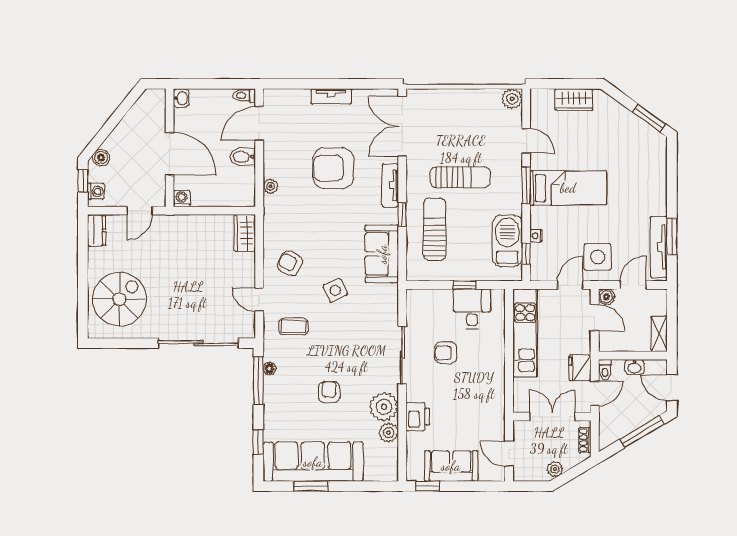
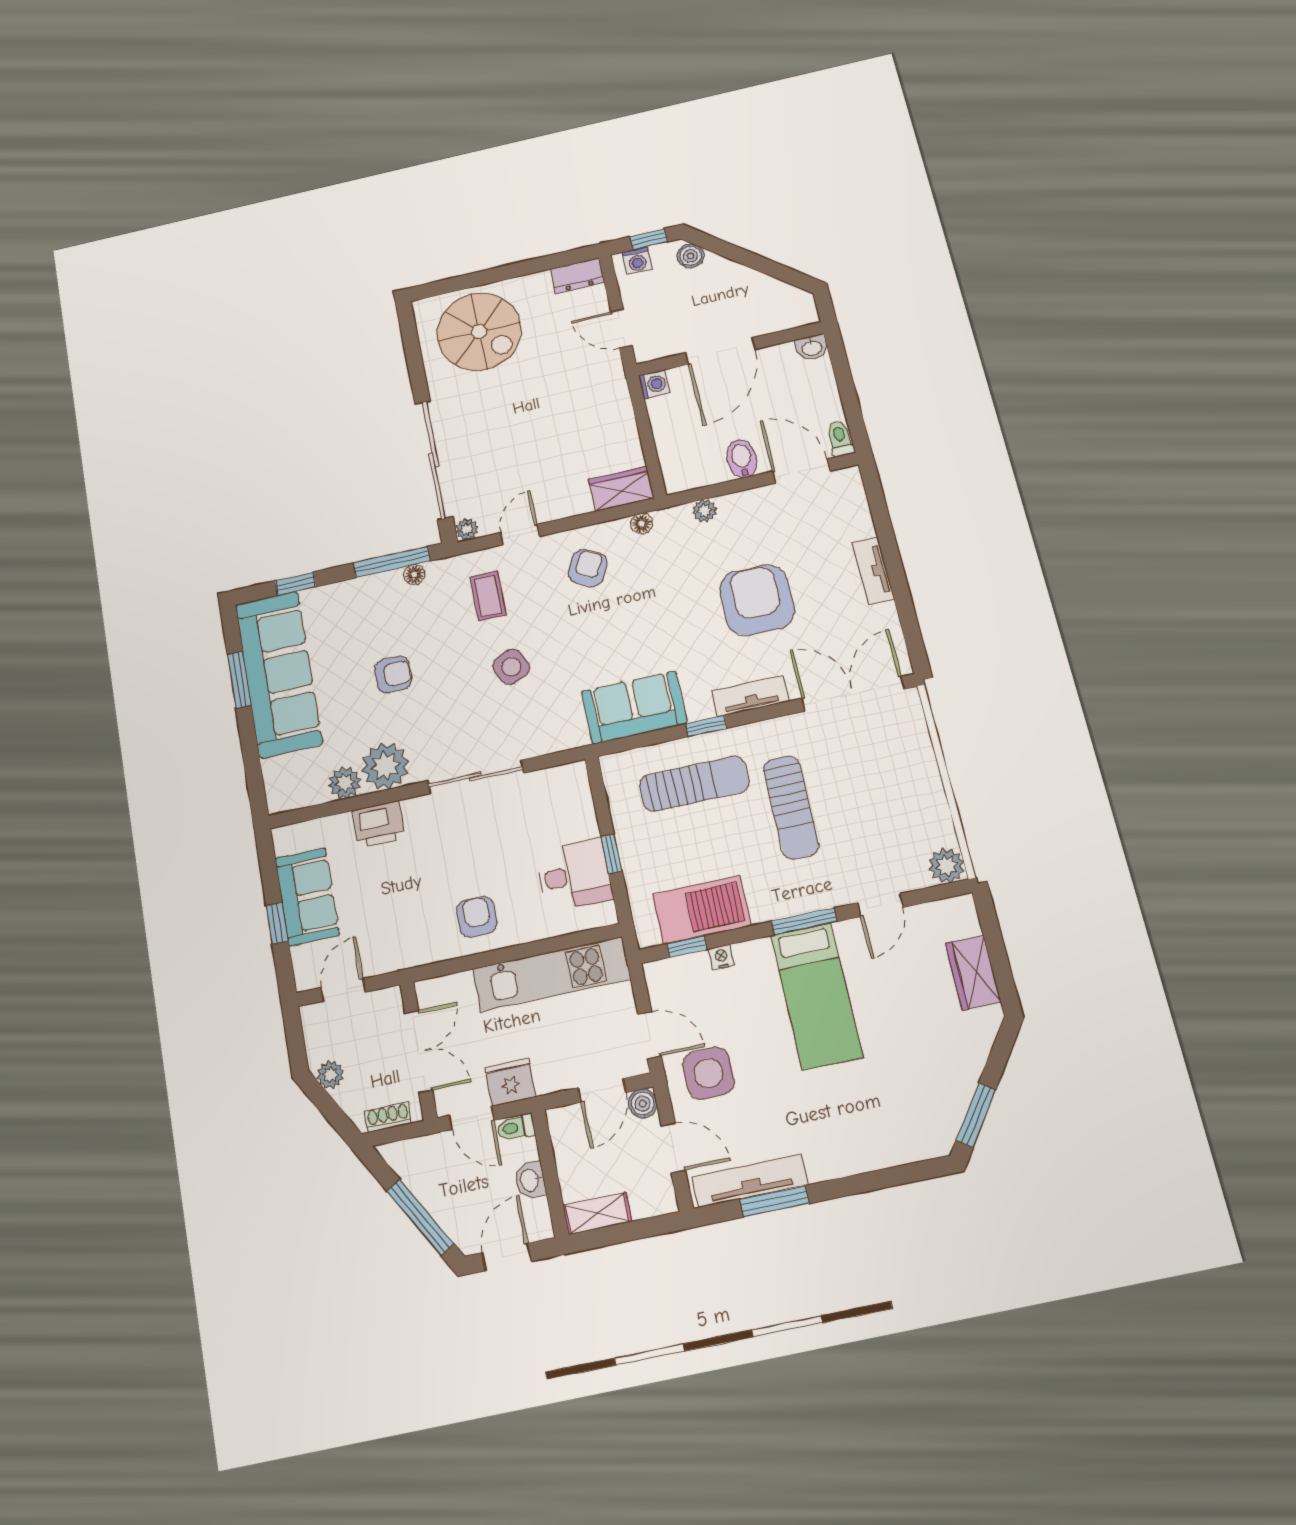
floor lamp: (270, 225) -> (642, 524), added
side table: (335, 290) -> (511, 667), moved
plant: (248, 331) -> (467, 529), added
armchair: (446, 353) -> (477, 917), moved
window: (427, 486) -> (277, 923), moved

